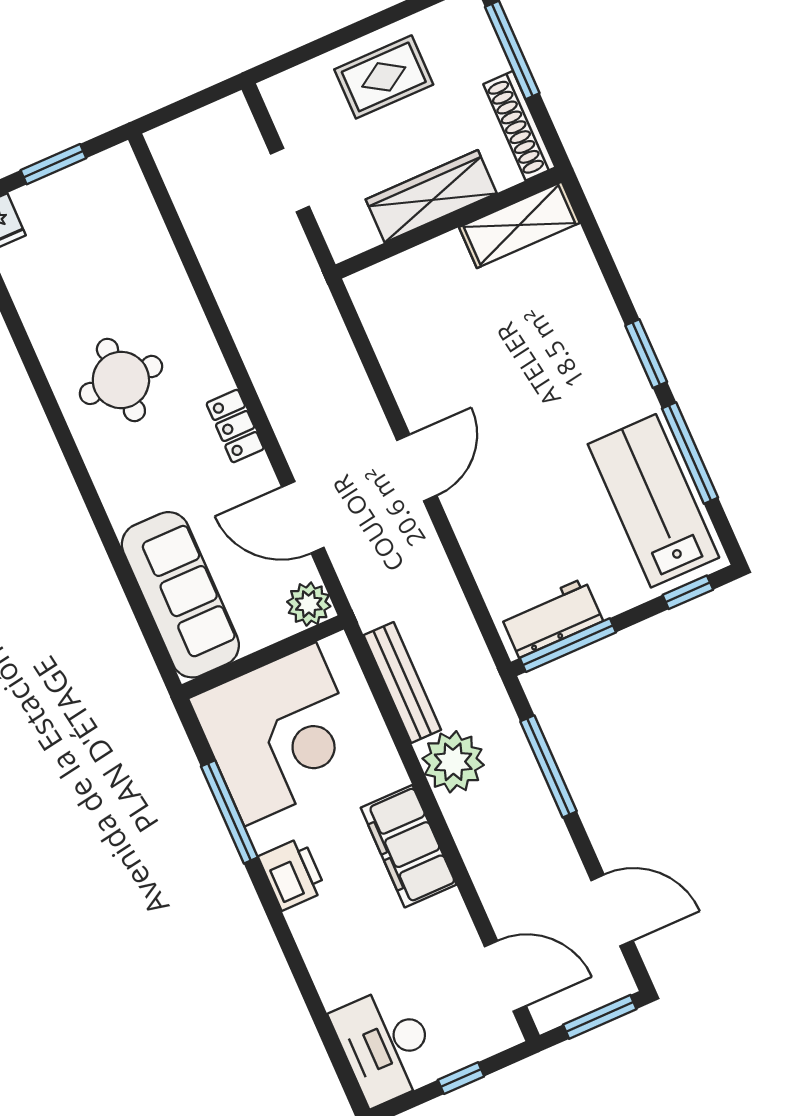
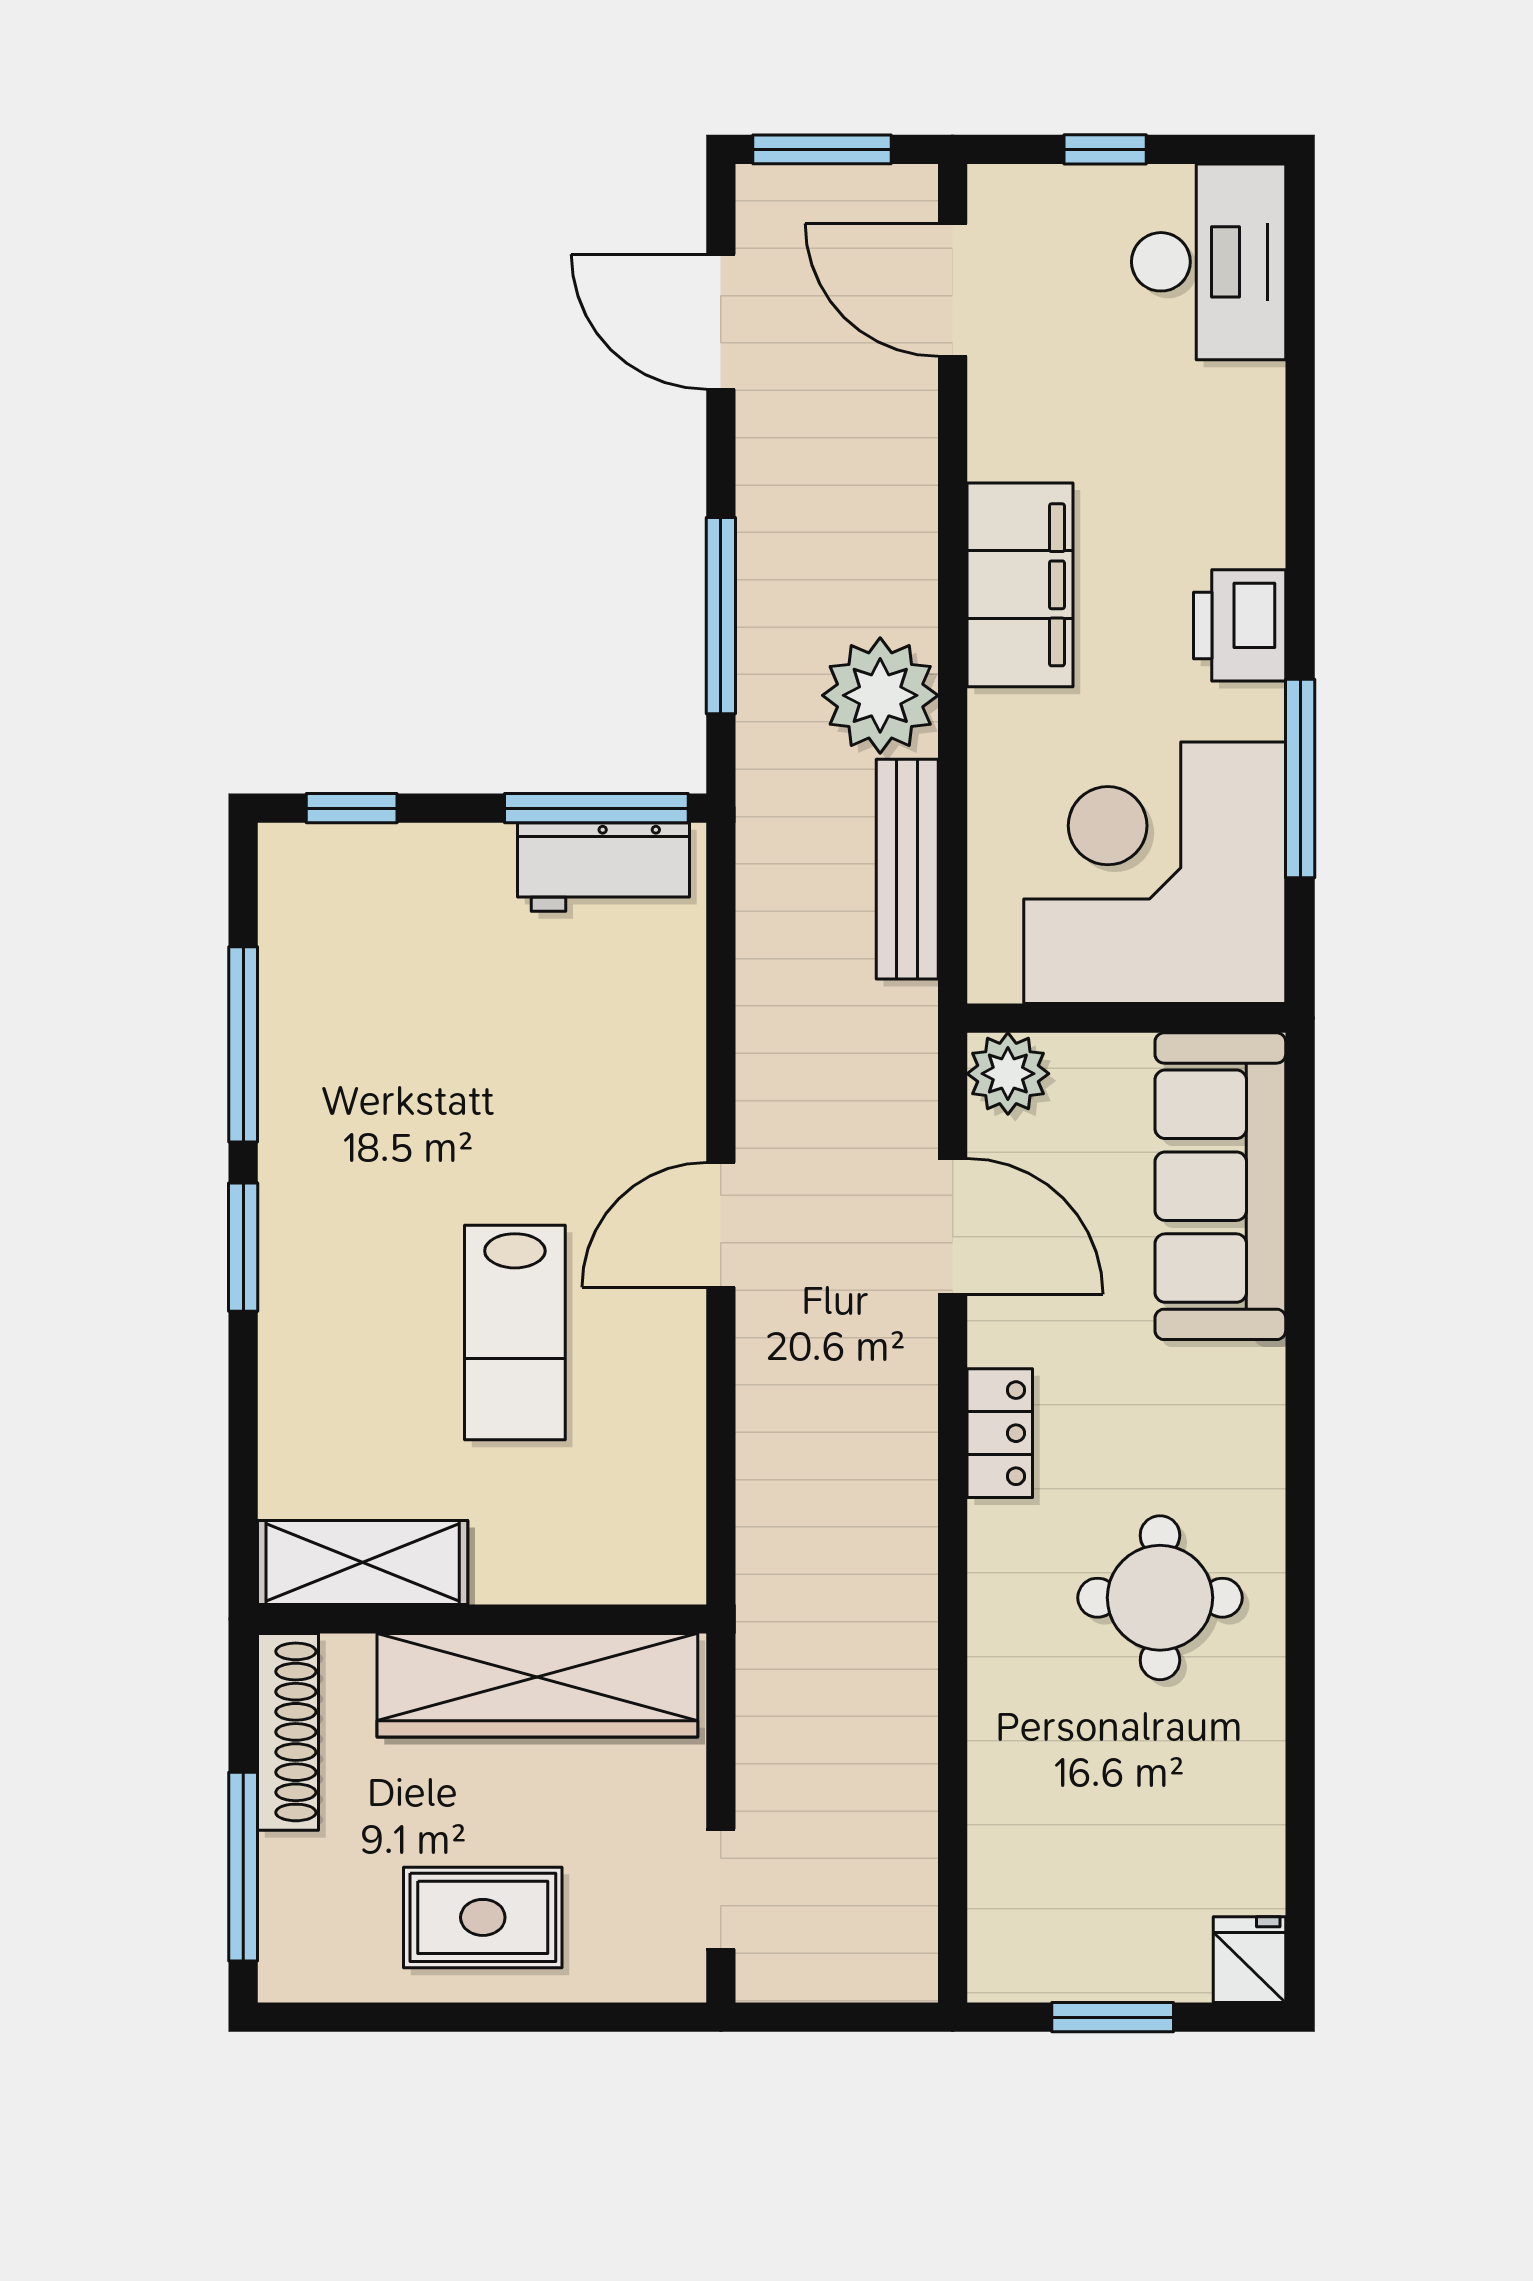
doorway: (290, 180) -> (721, 1889), moved
wardrobe: (431, 196) -> (537, 1685), width x1.40, depth x1.17
lab bench: (653, 501) -> (515, 1332), moved, width x0.73, depth x0.72

